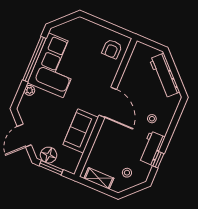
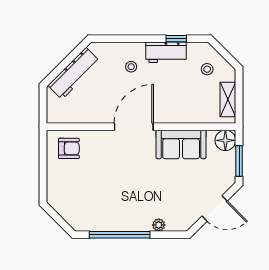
corner sofa: (56, 65) -> (116, 207), removed
floor lamp: (49, 155) -> (225, 140), moved

